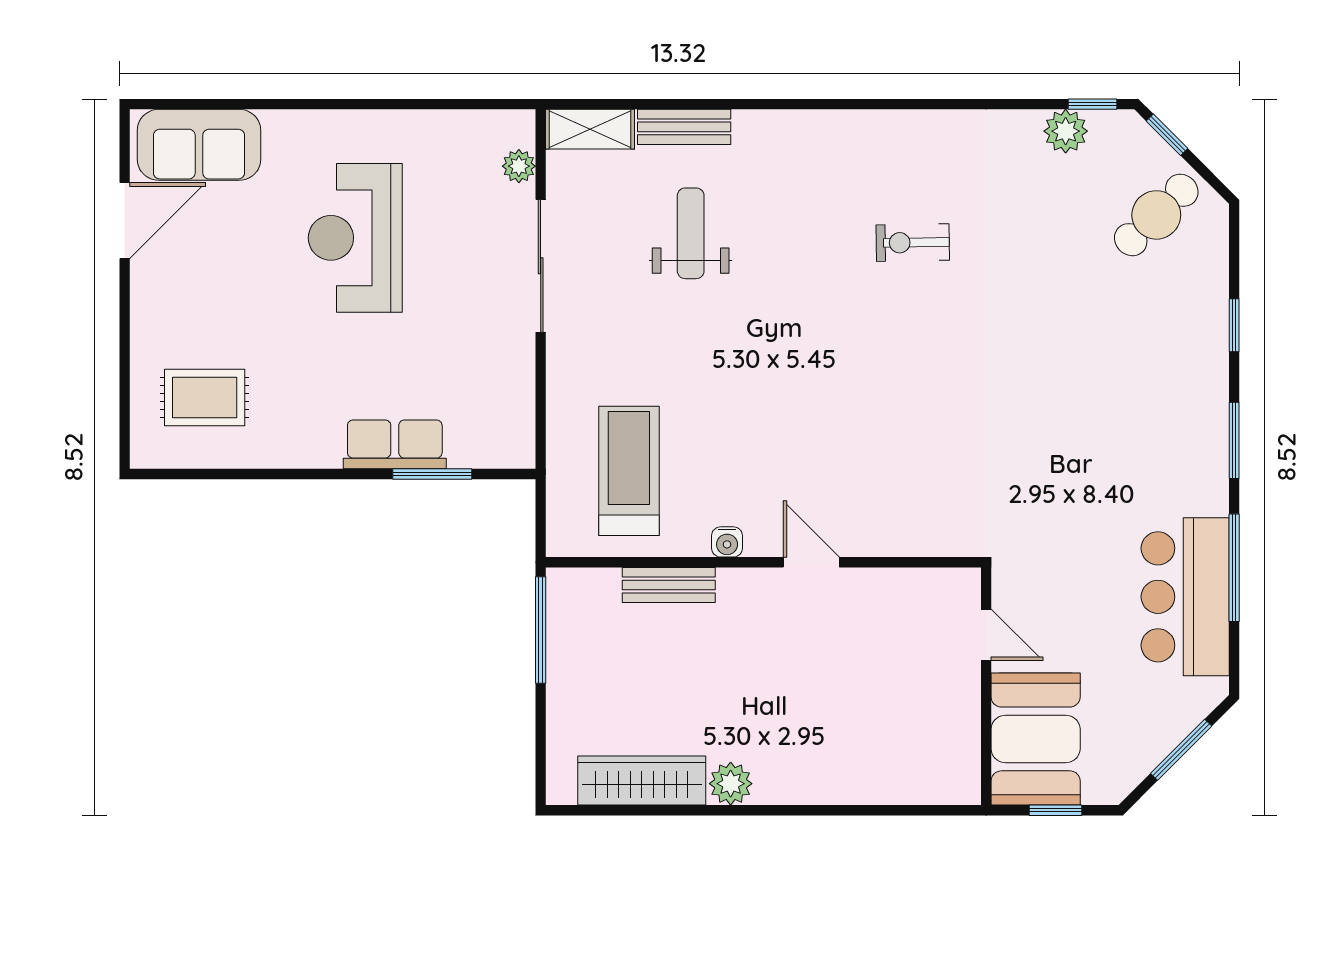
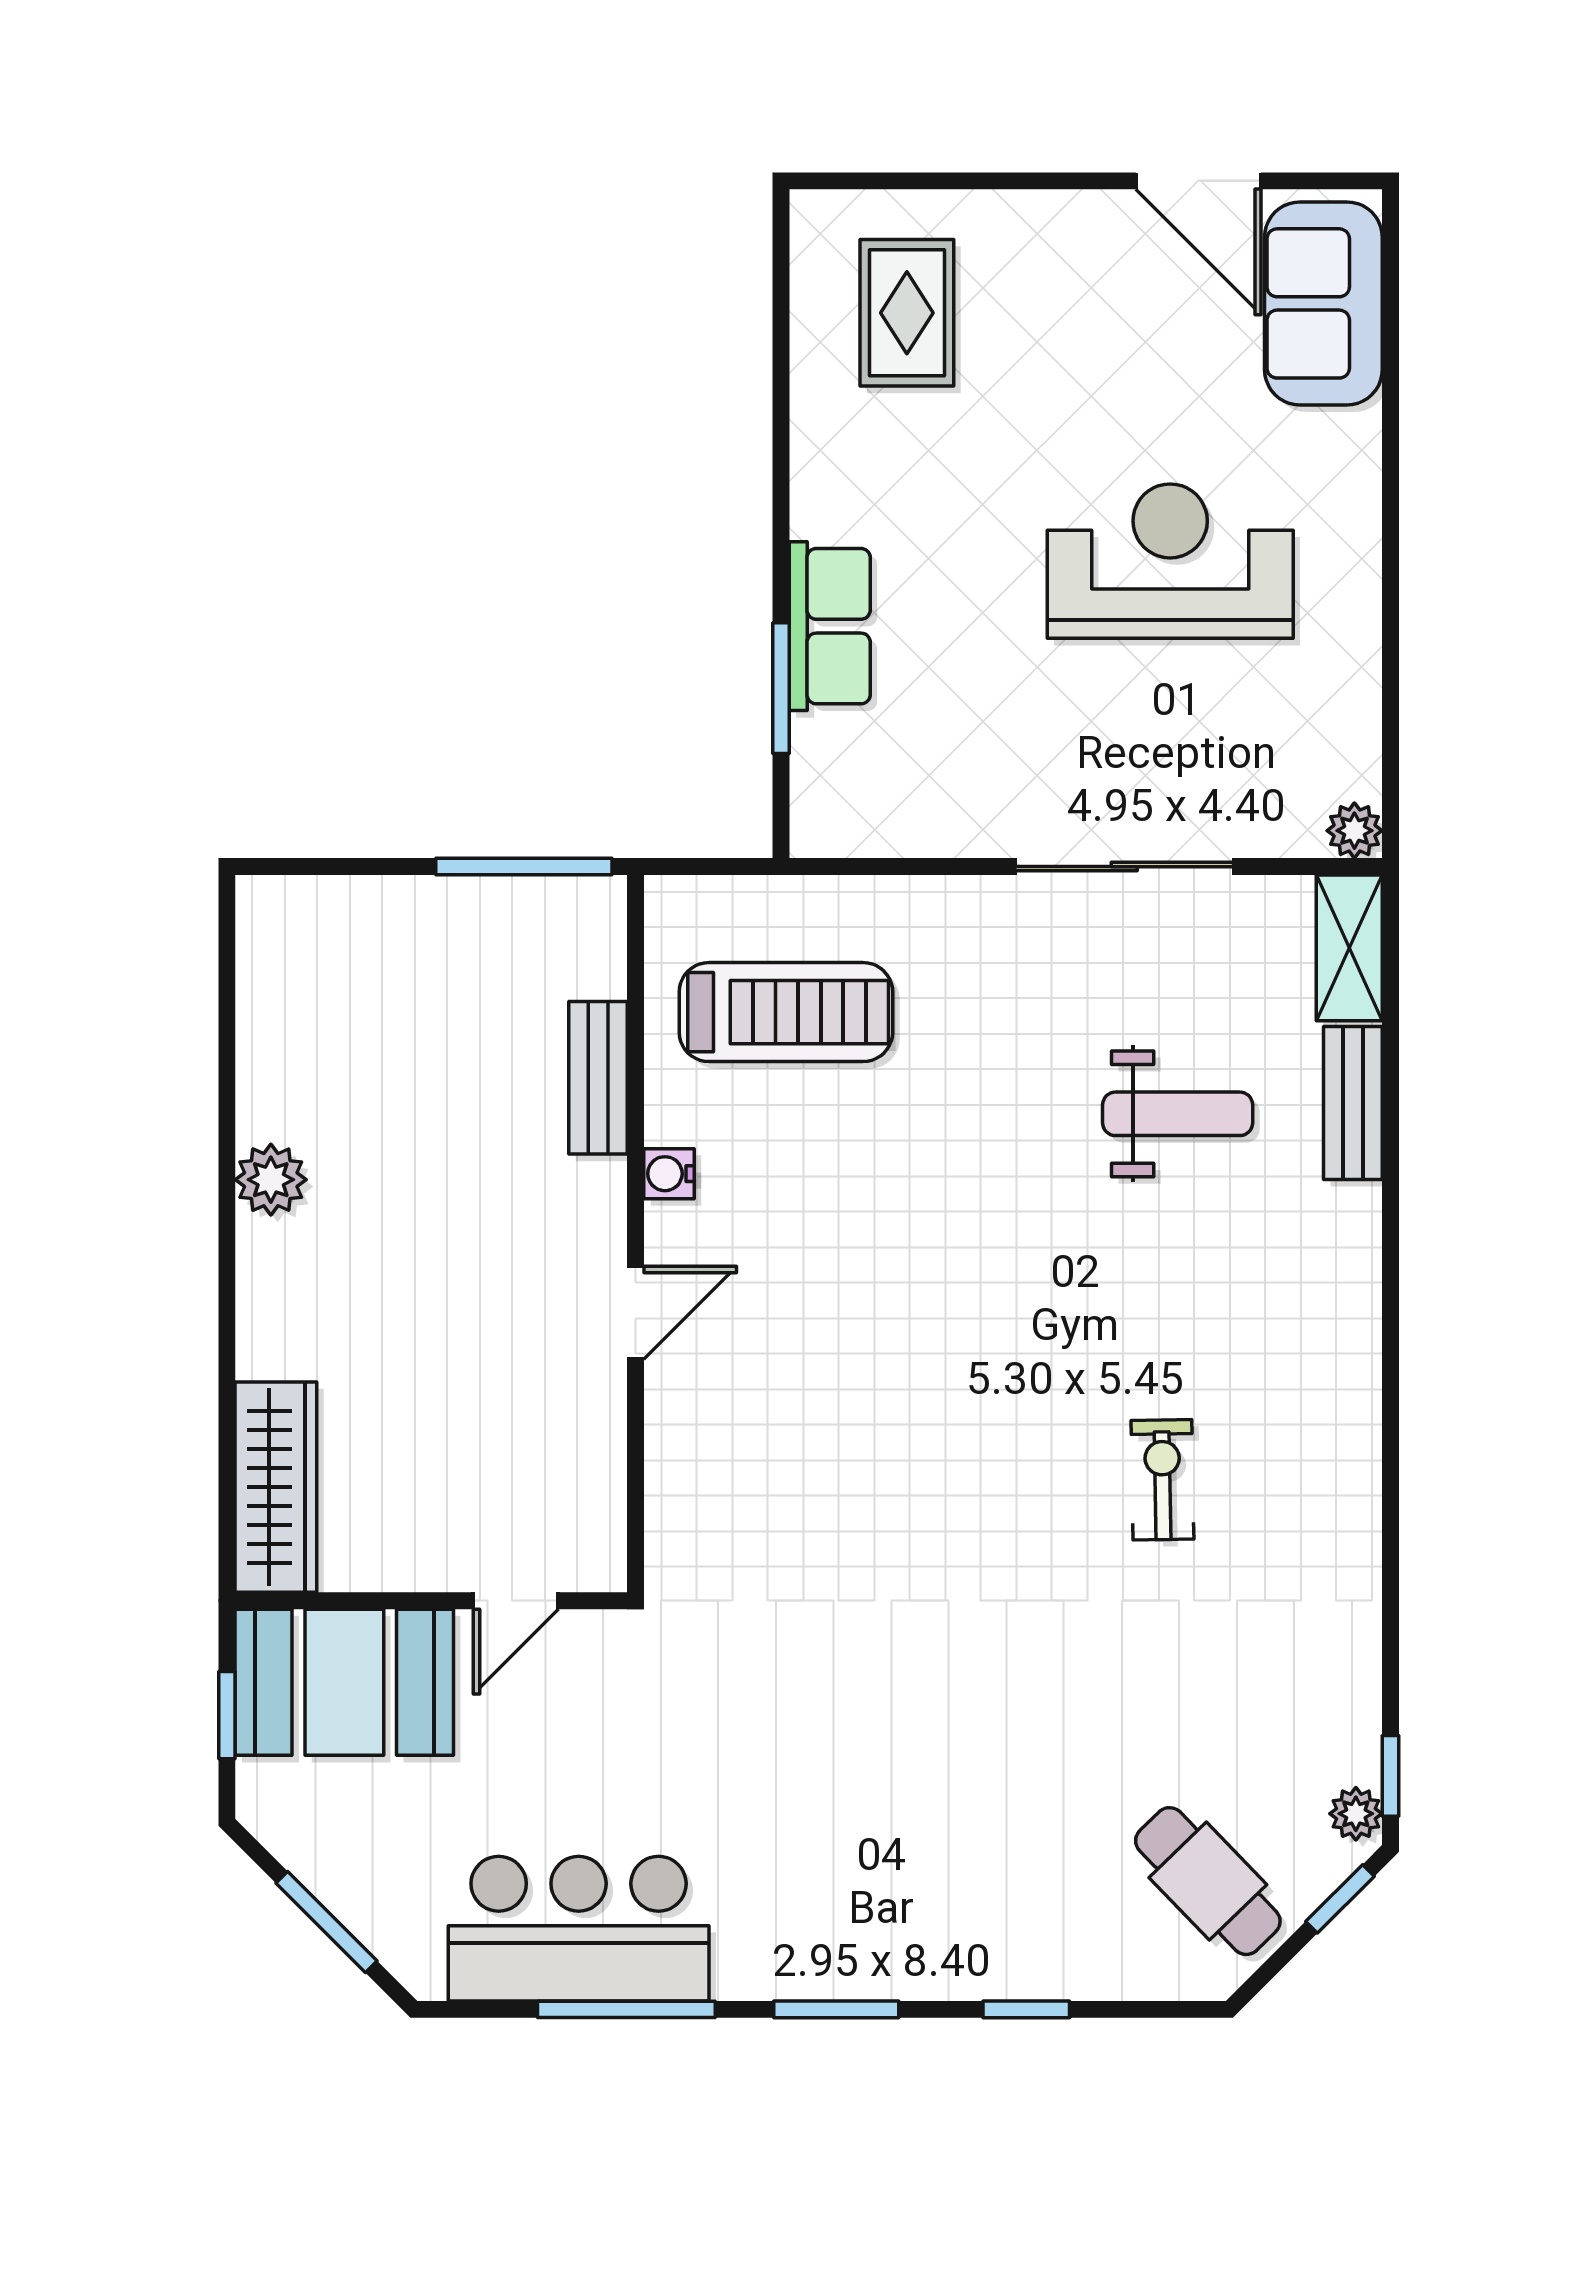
plant: (1066, 131) -> (1356, 1814), moved, width x0.73, depth x0.73
plant: (519, 166) -> (1354, 831), moved
wardrobe: (642, 780) -> (276, 1487), moved

